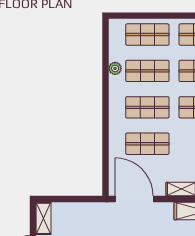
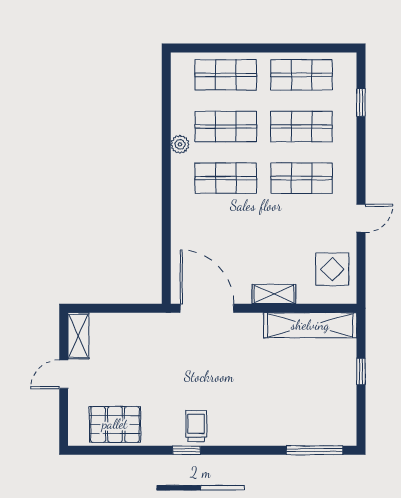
plant: (115, 68) -> (180, 144), moved
shop shelf: (147, 144) -> (226, 230), removed

